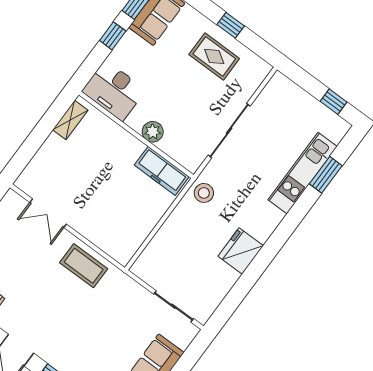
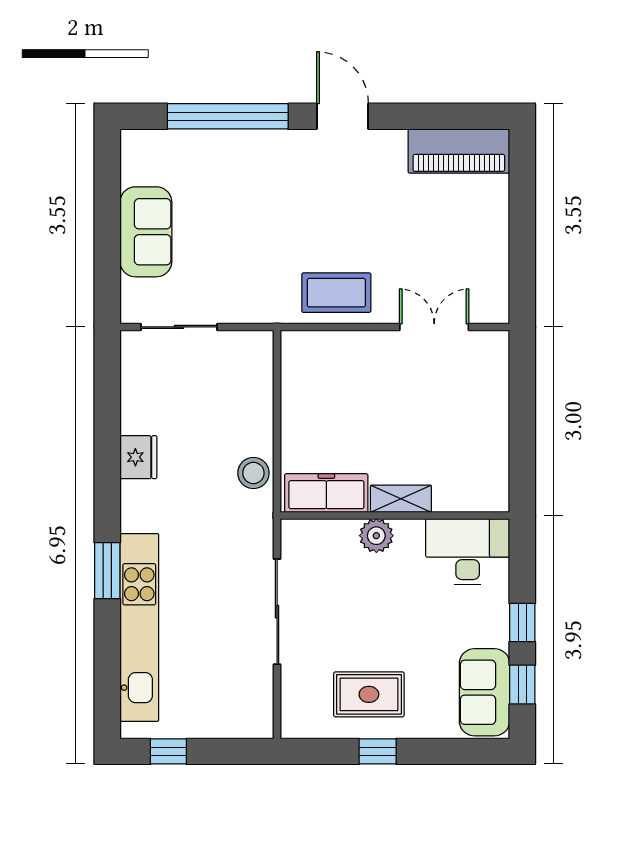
shelving: (70, 120) -> (401, 499), moved, turned 90
kitchen unit: (303, 173) -> (139, 627), width x1.36
window: (326, 175) -> (107, 571), moved
stool: (204, 193) -> (253, 473), moved
fridge: (241, 251) -> (138, 457), width x0.73, depth x0.75

